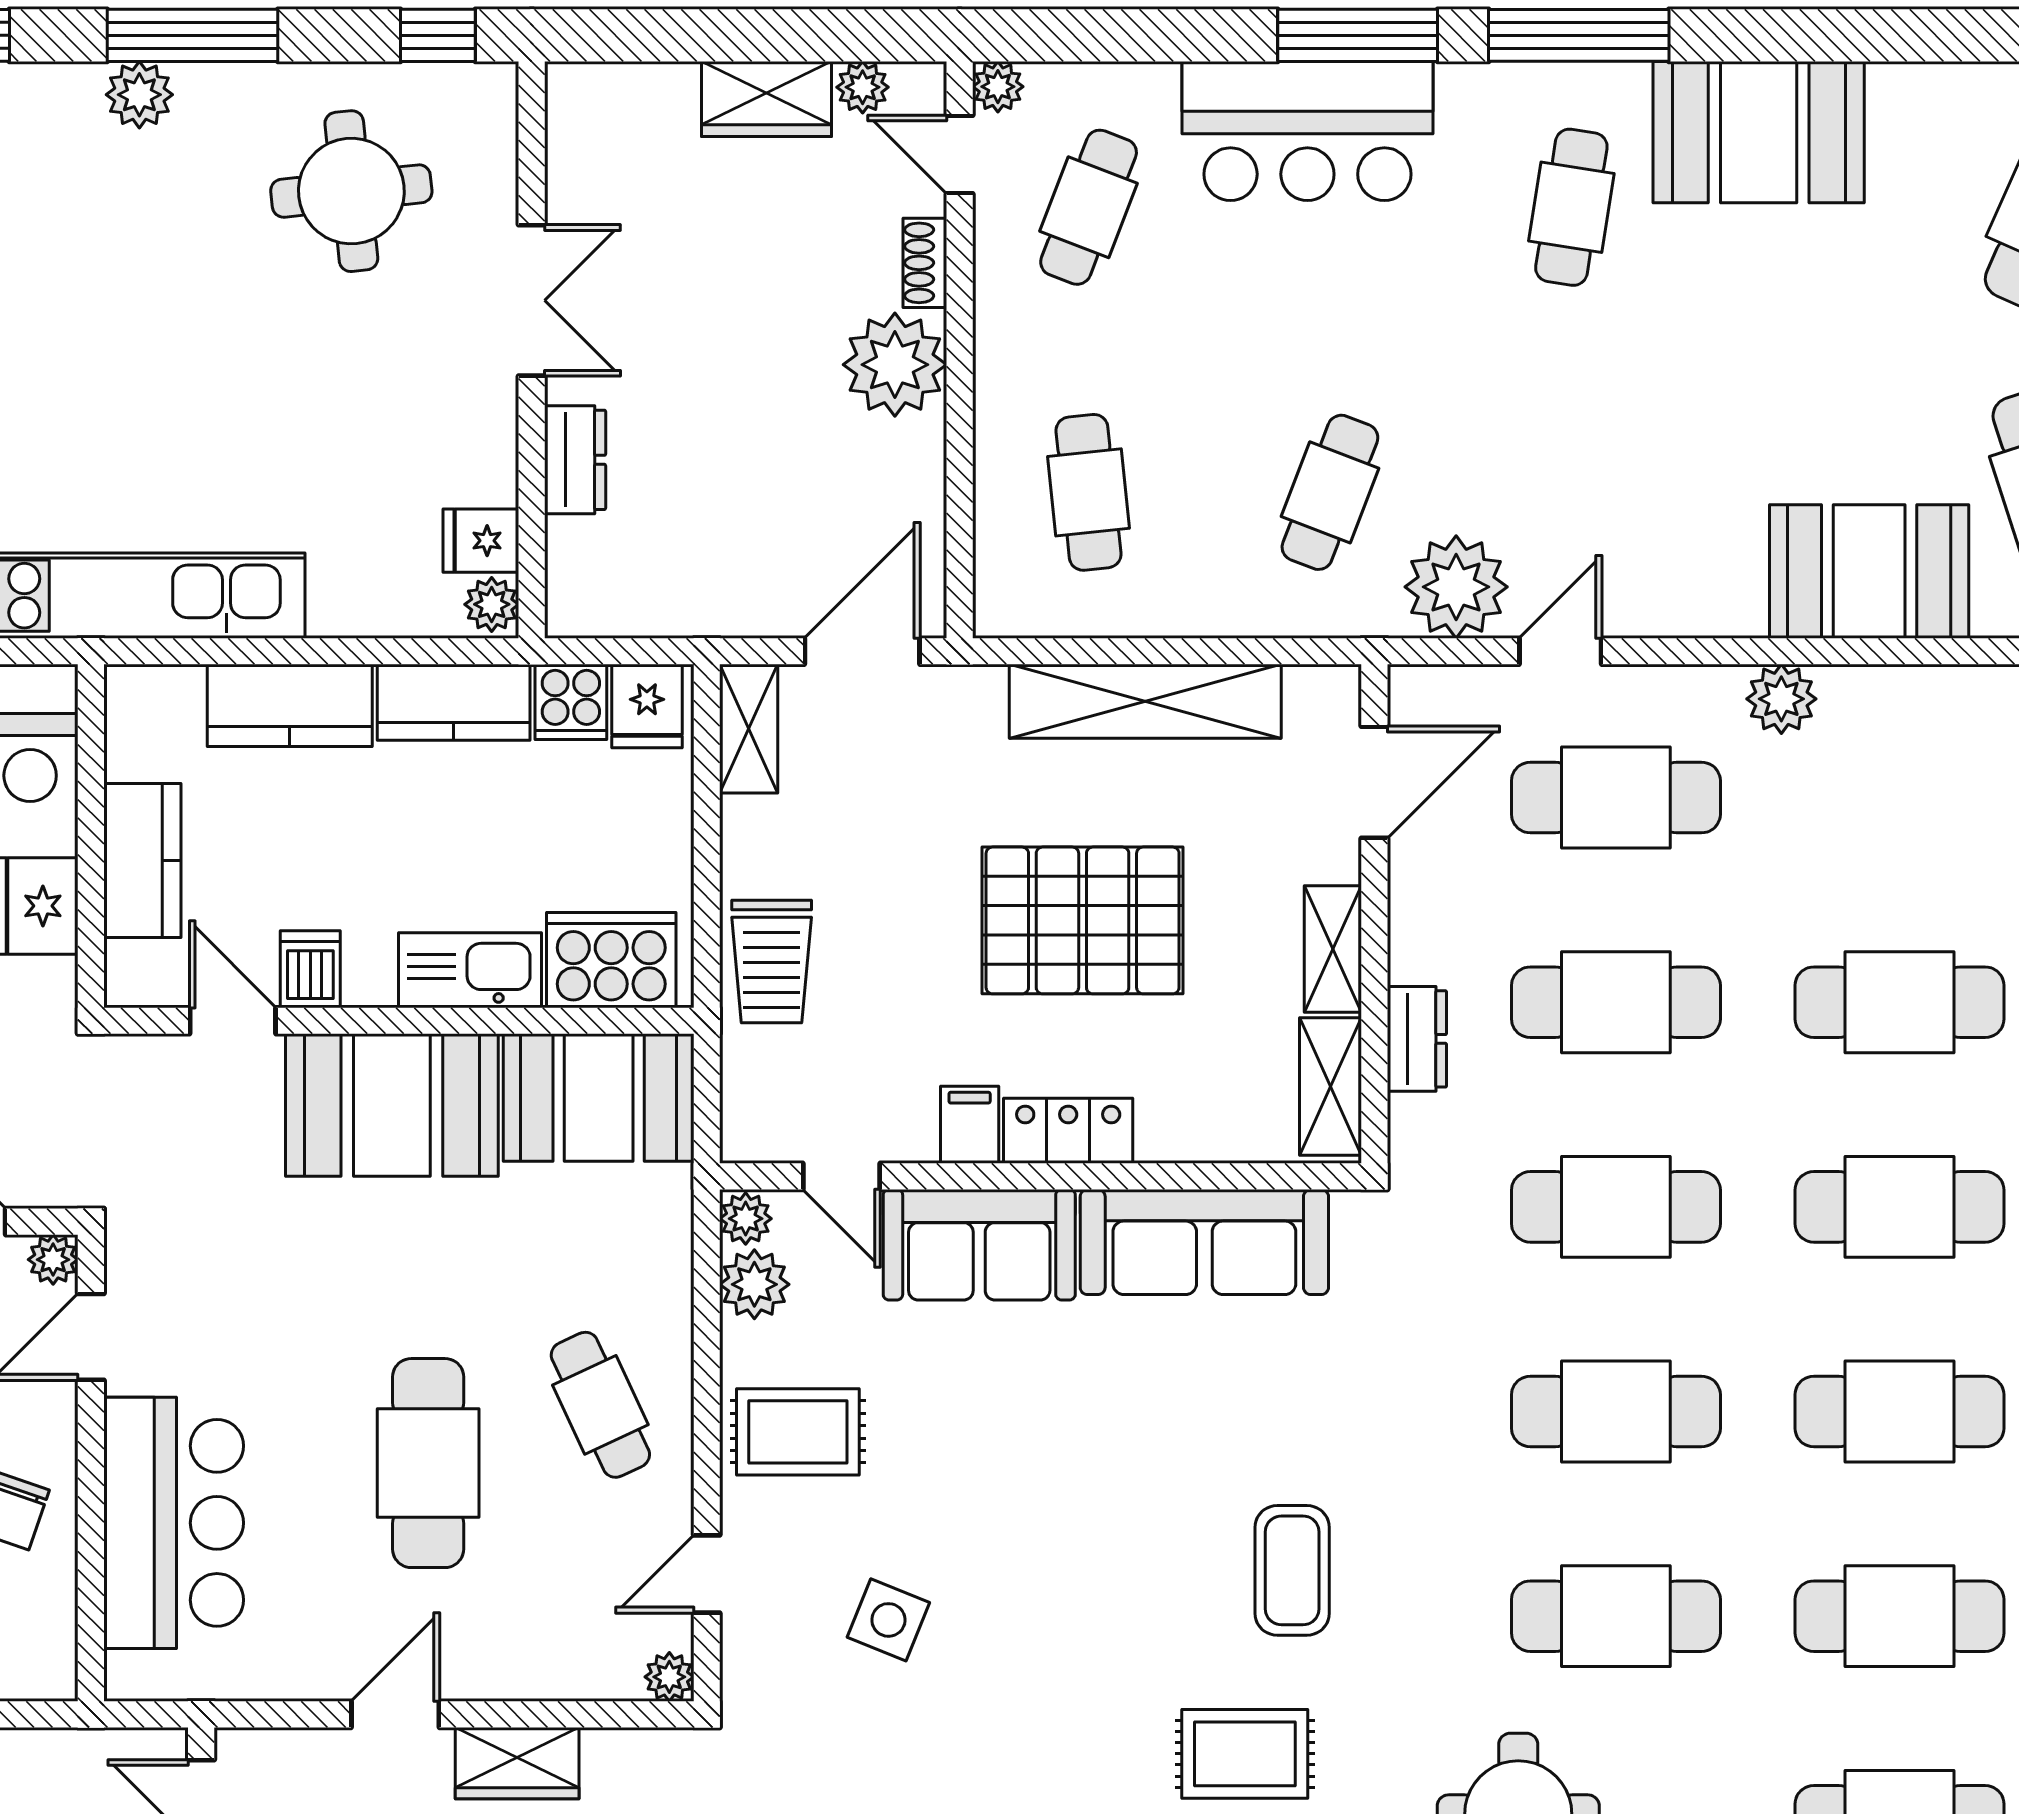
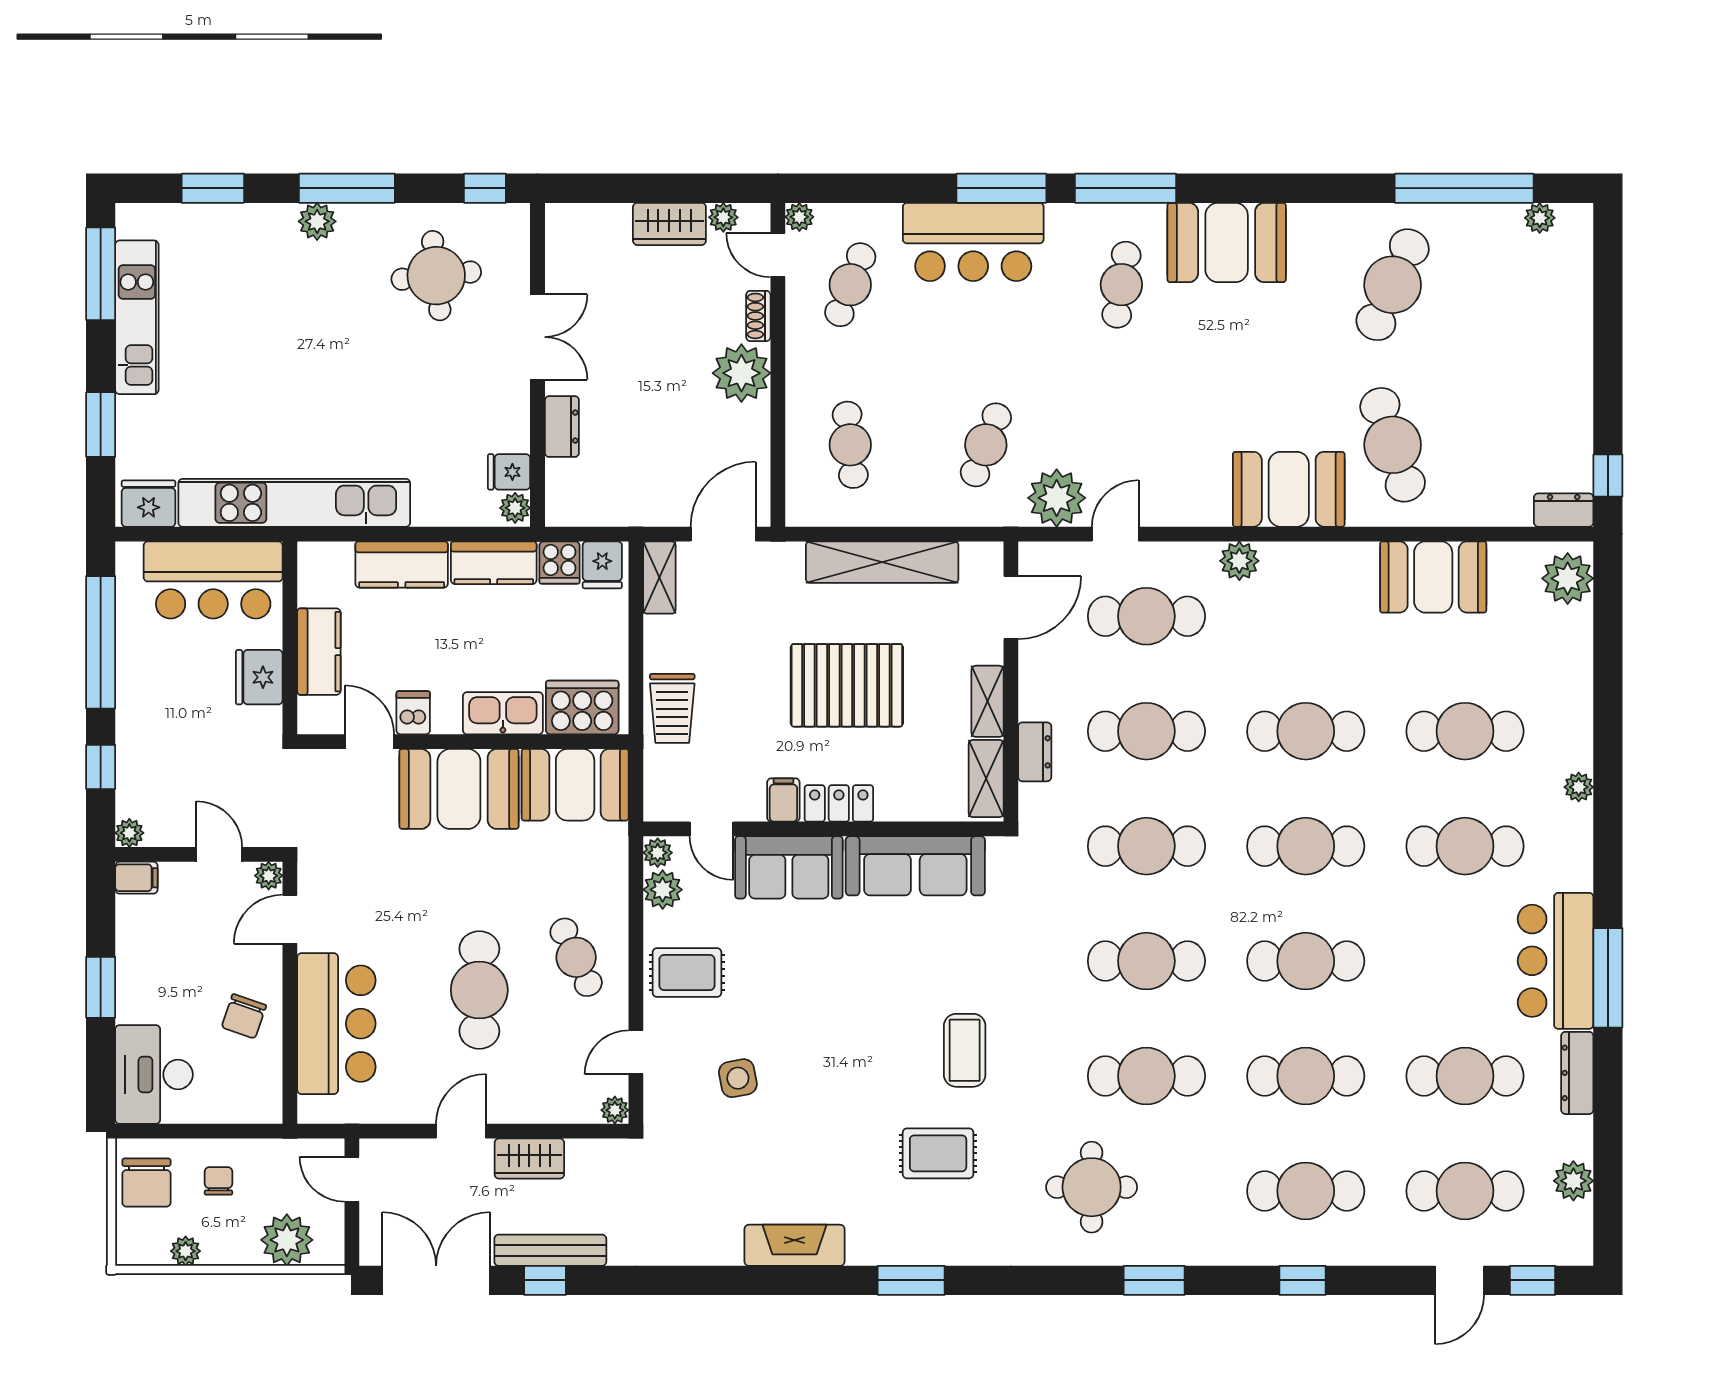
side table: (888, 1620) -> (738, 1078), turned -33

